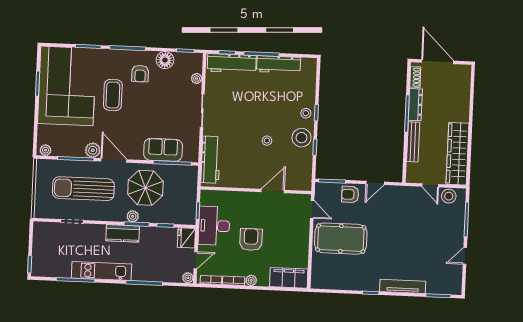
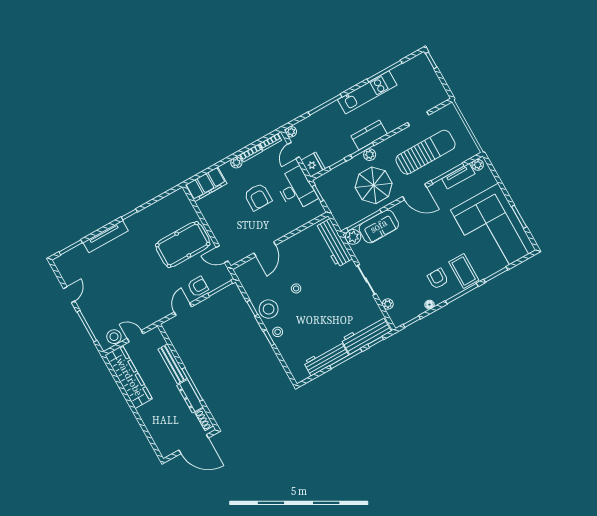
floor lamp: (165, 60) -> (429, 305), width x0.53, depth x0.53
coffee table: (113, 95) -> (464, 271), moved
plant: (93, 150) -> (353, 237), moved
tv unit: (68, 151) -> (458, 176), added

